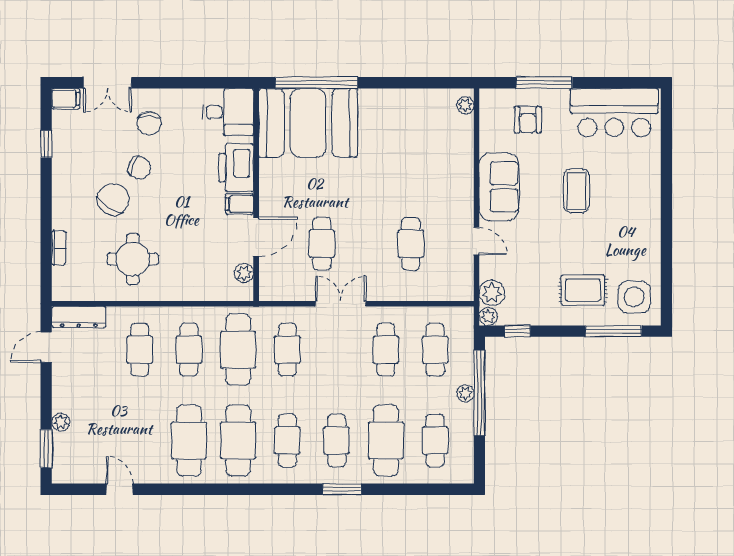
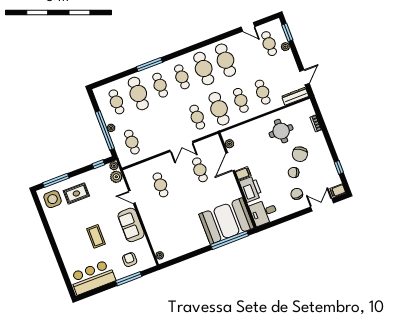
cafe table: (386, 350) -> (269, 44), moved
window: (342, 489) -> (149, 64), width x1.44

